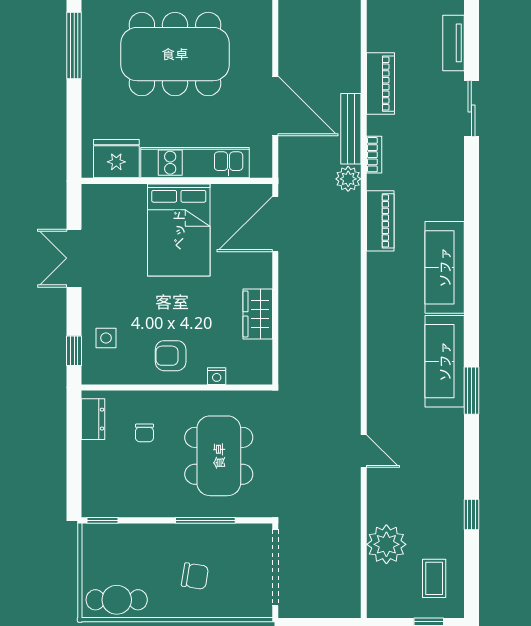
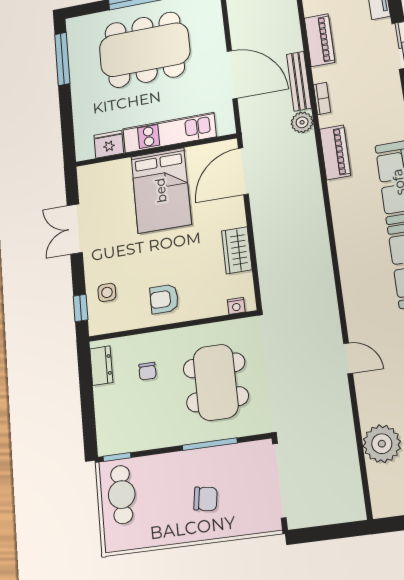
fridge: (116, 159) -> (109, 144), width x0.73, depth x0.75
nightstand: (217, 376) -> (236, 306), moved
cafe table: (117, 600) -> (122, 494), moved, turned 90

